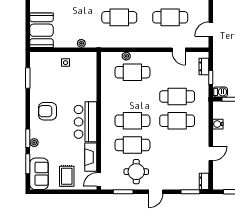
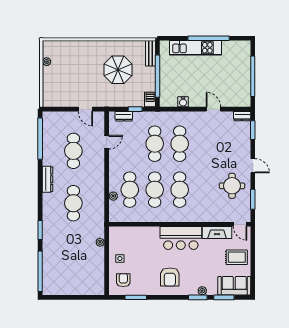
booth: (41, 30) -> (87, 283), removed
armchair: (44, 66) -> (123, 280), added
cafe table: (132, 145) -> (155, 190), moved

